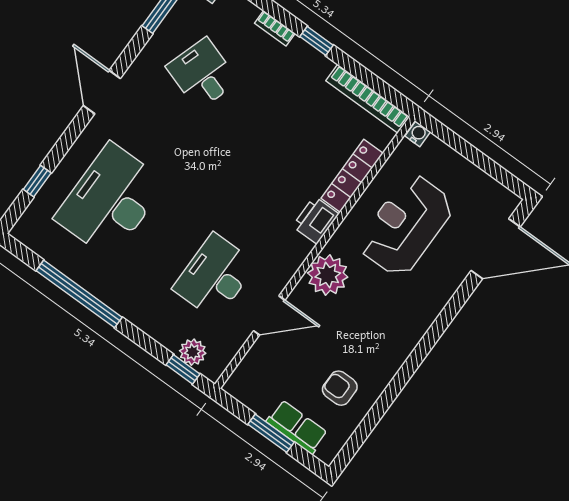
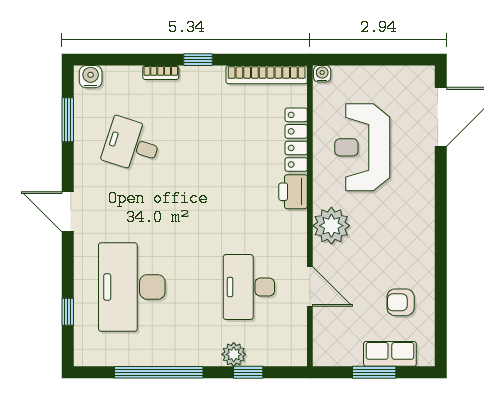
door: (269, 315) -> (310, 287), hinge flipped
plant: (193, 352) -> (234, 354), moved
window: (183, 369) -> (248, 372), moved

